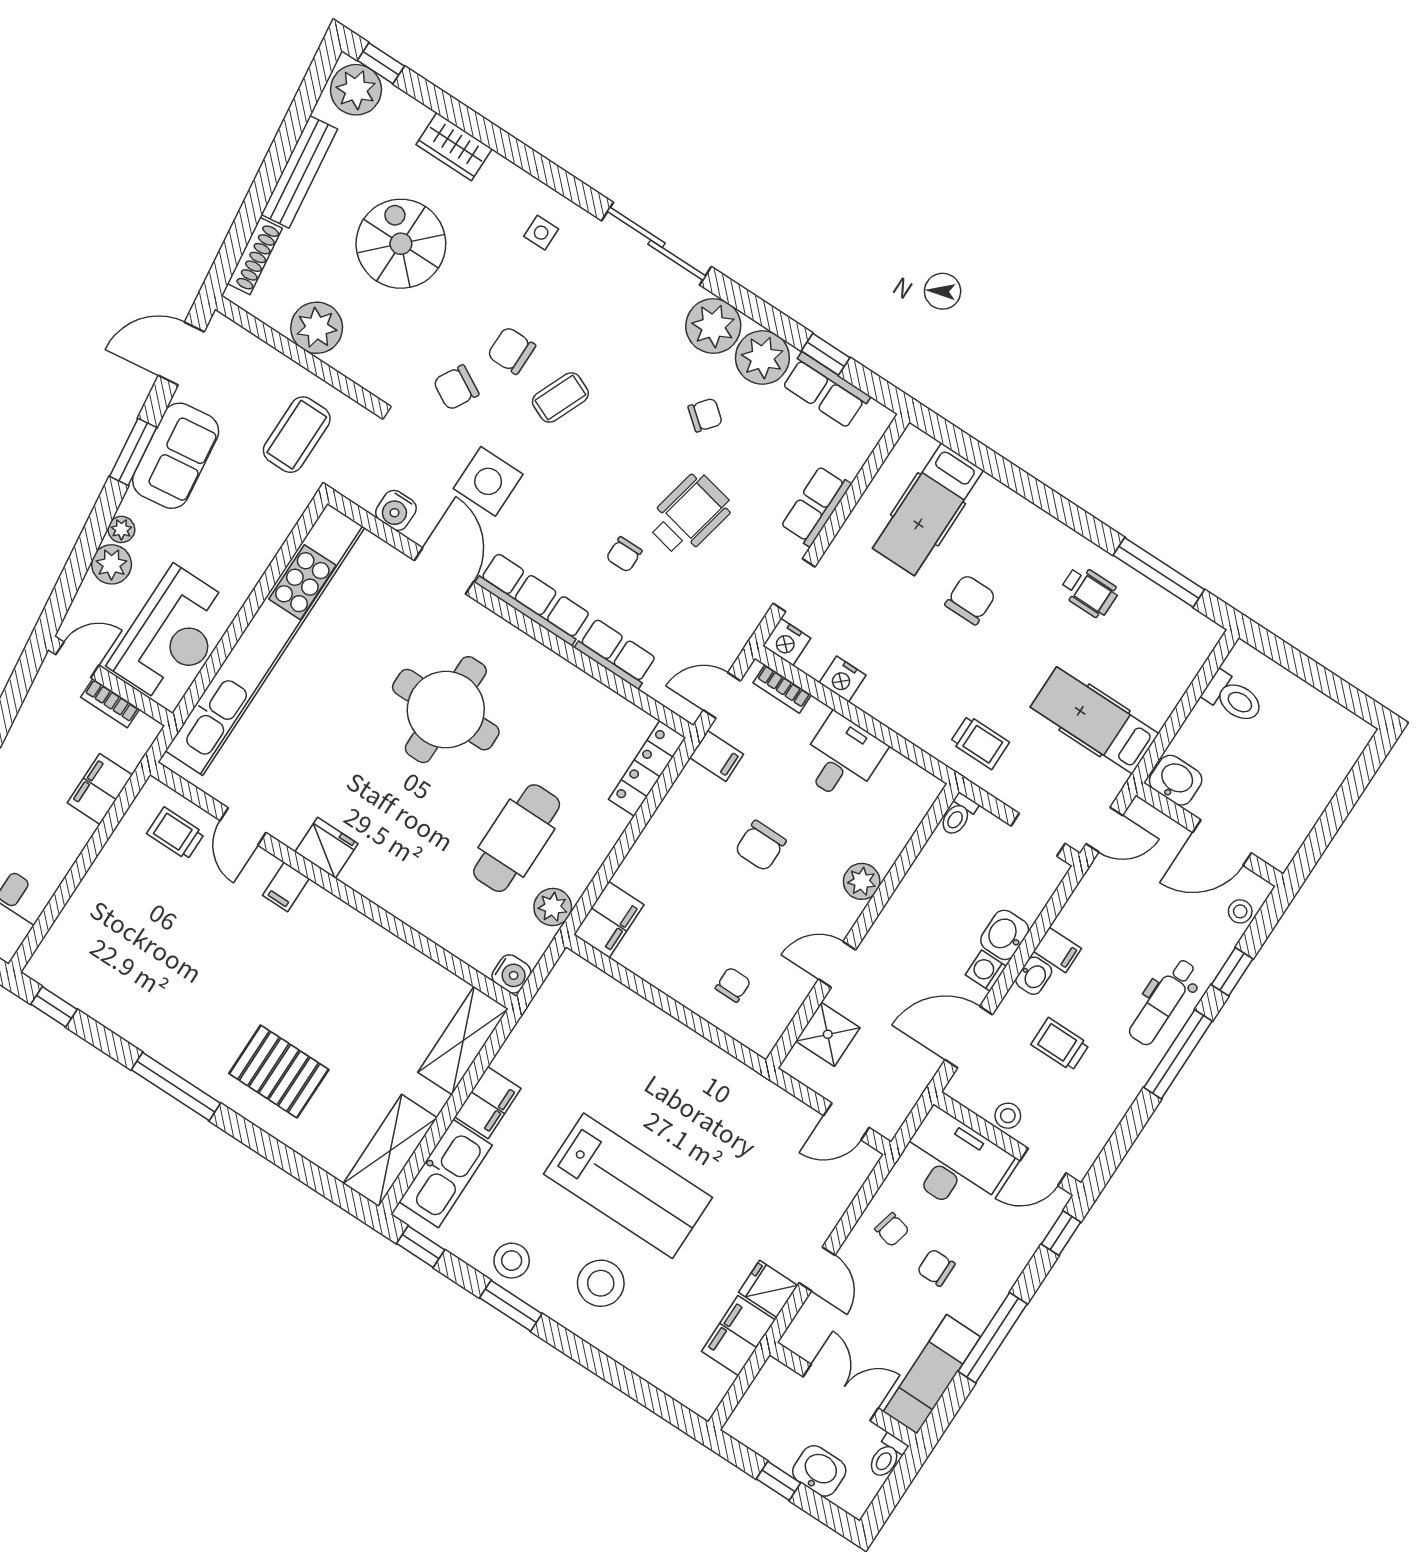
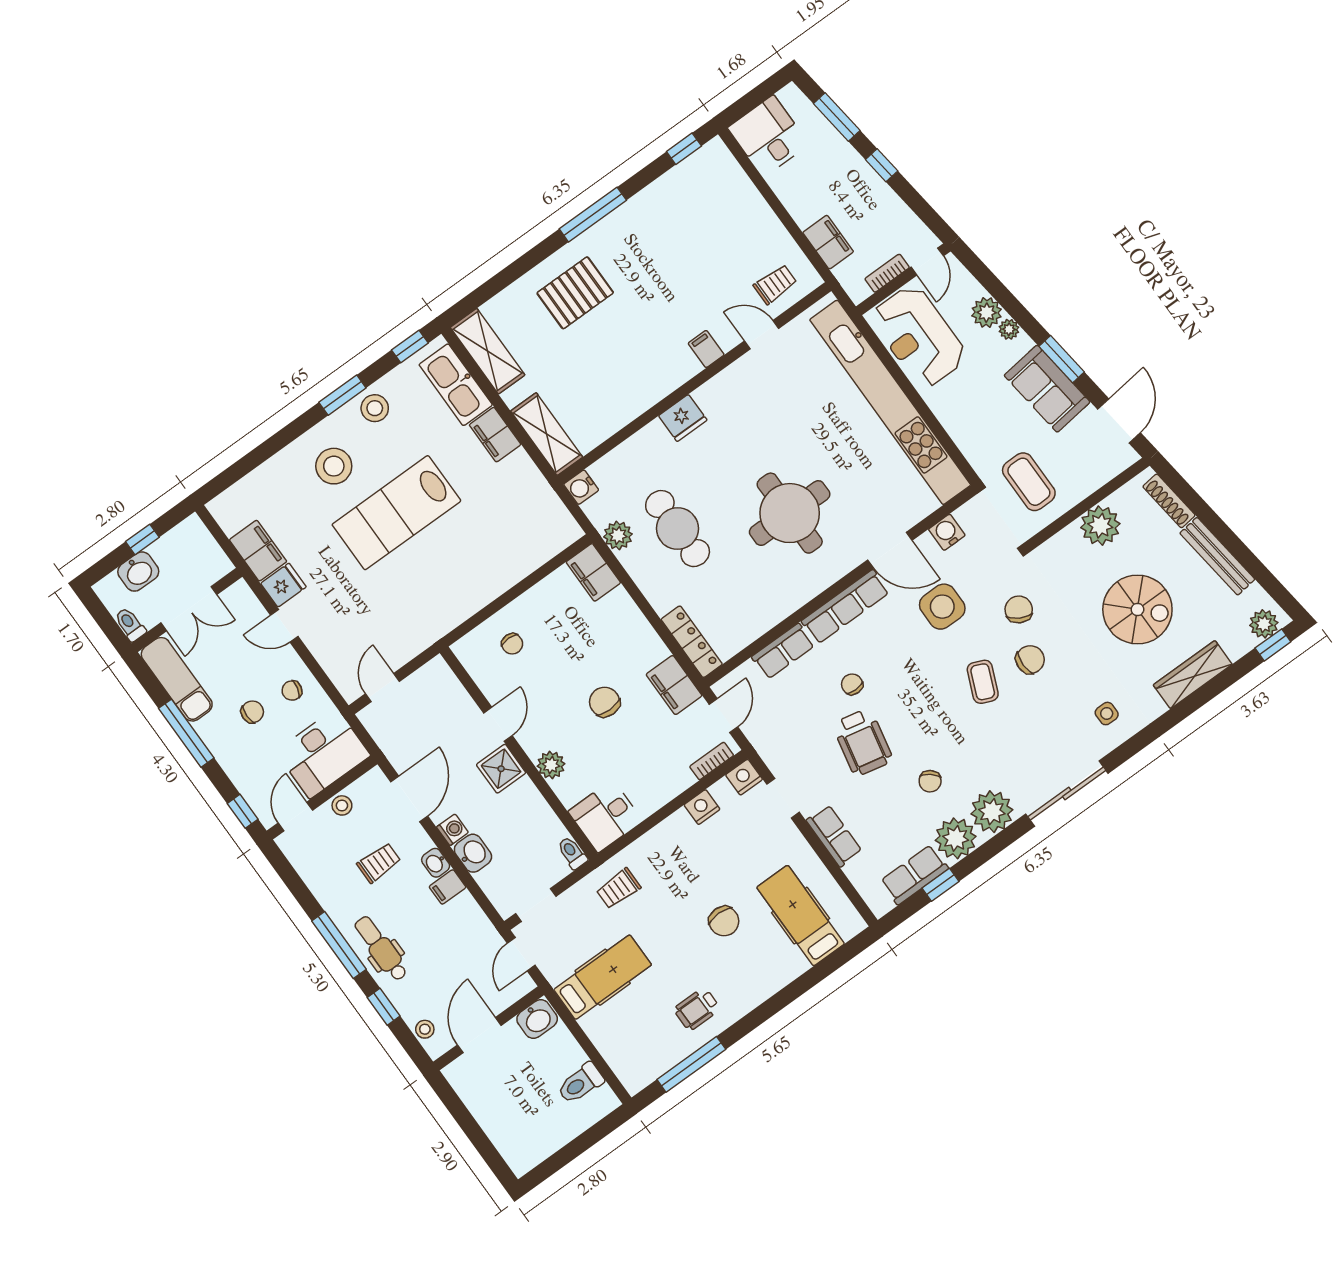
plant: (356, 90) -> (1264, 624), width x0.73, depth x0.73
wardrobe: (454, 147) -> (1193, 675), width x1.50
filing cabinet: (717, 756) -> (674, 685), width x2.00
desk: (842, 758) -> (605, 816), moved, turned 90
fridge: (326, 848) -> (683, 418), moved
shower: (828, 1034) -> (501, 769), moved

